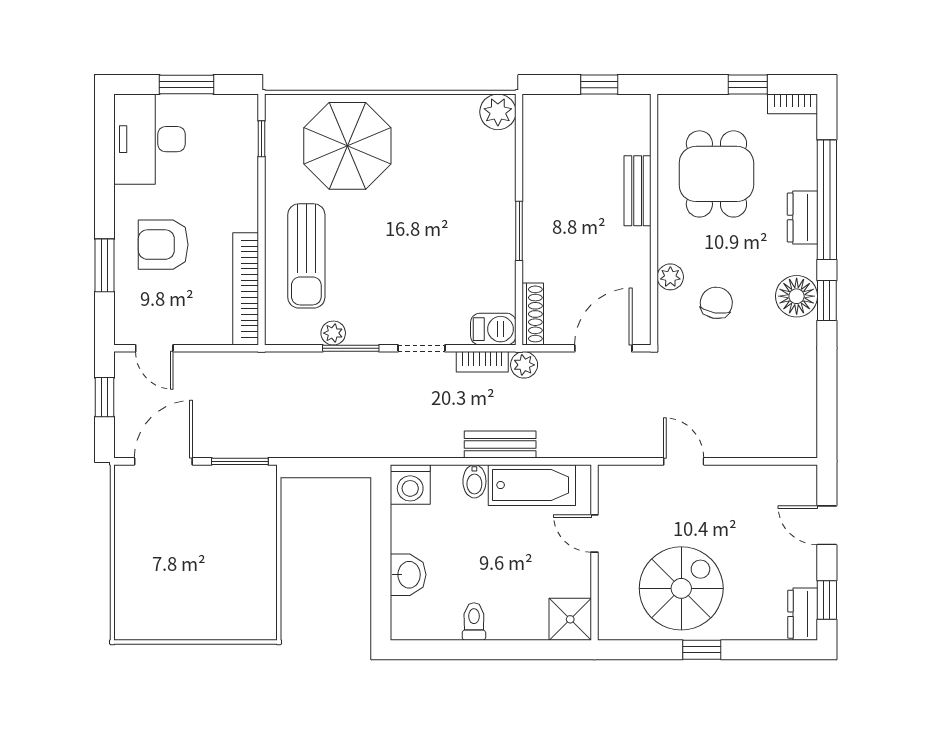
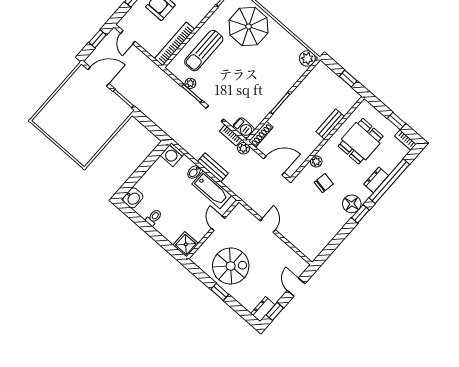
washbasin: (408, 575) -> (133, 198), moved

